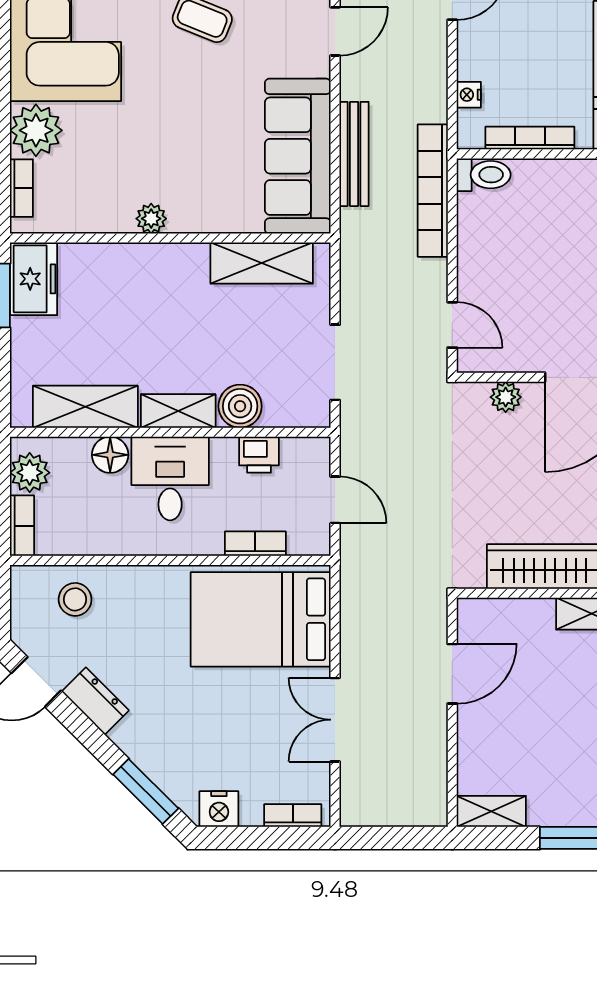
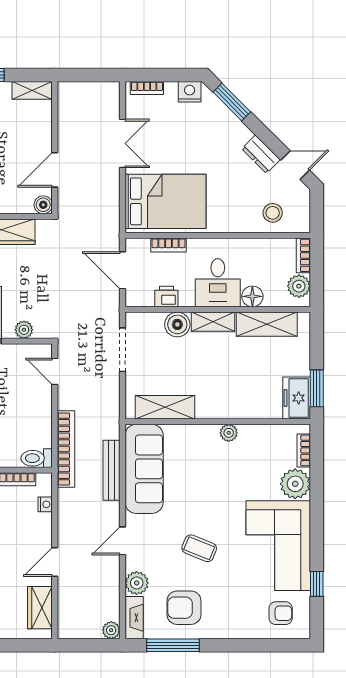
door: (335, 500) -> (122, 270), width x1.38
boiler: (472, 613) -> (43, 205), added

